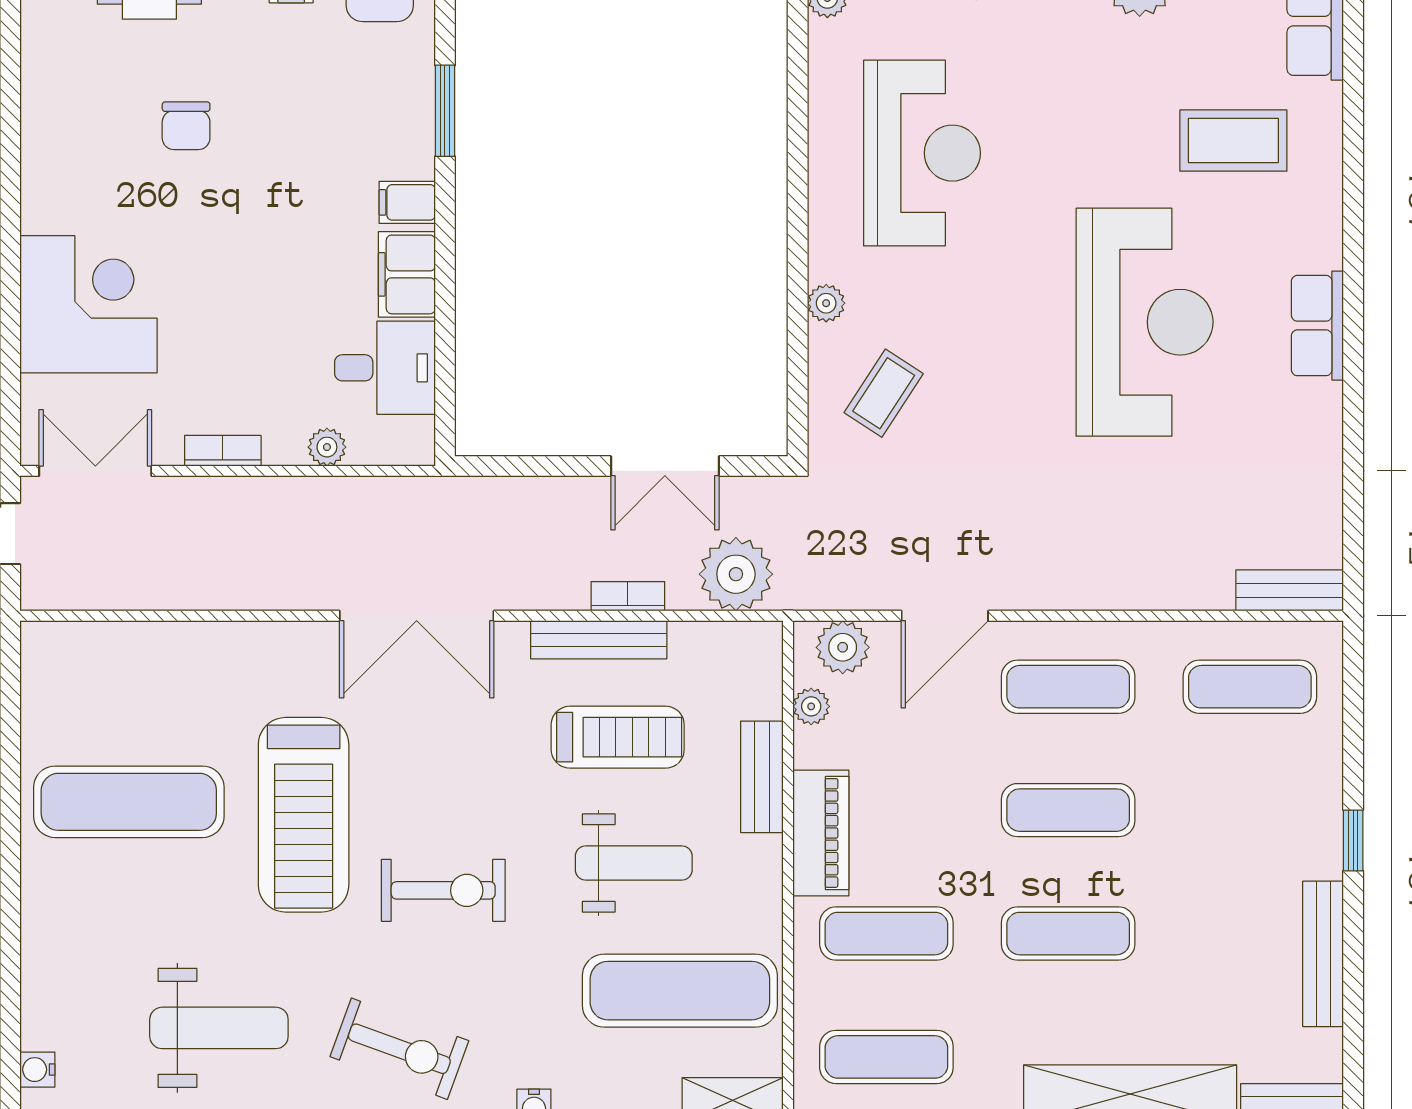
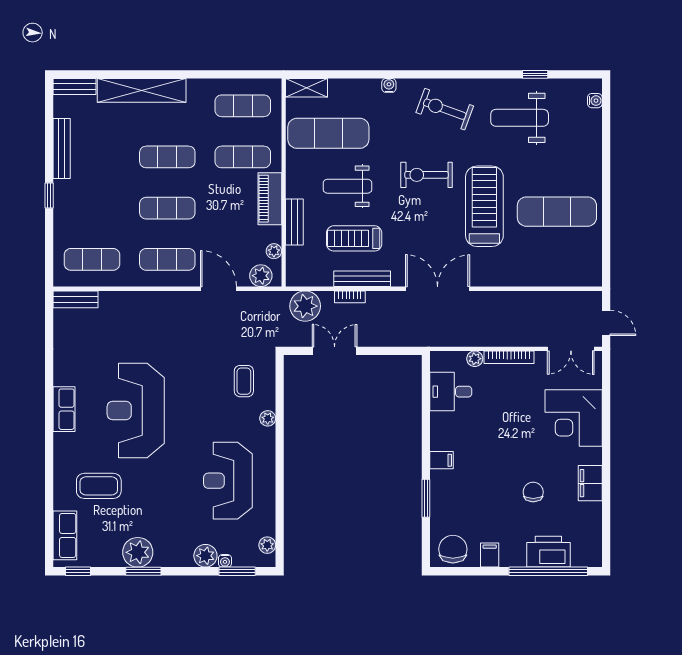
filing cabinet: (407, 274) -> (590, 483), moved, turned 180
coffee table: (884, 393) -> (244, 381), turned -33
bookcase: (223, 451) -> (509, 357), width x1.56
door: (945, 616) -> (219, 289), hinge flipped

